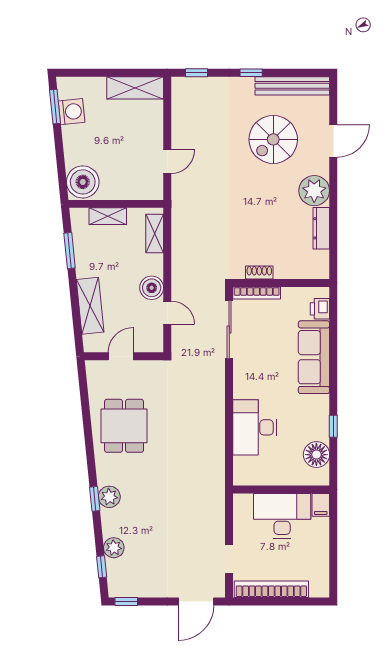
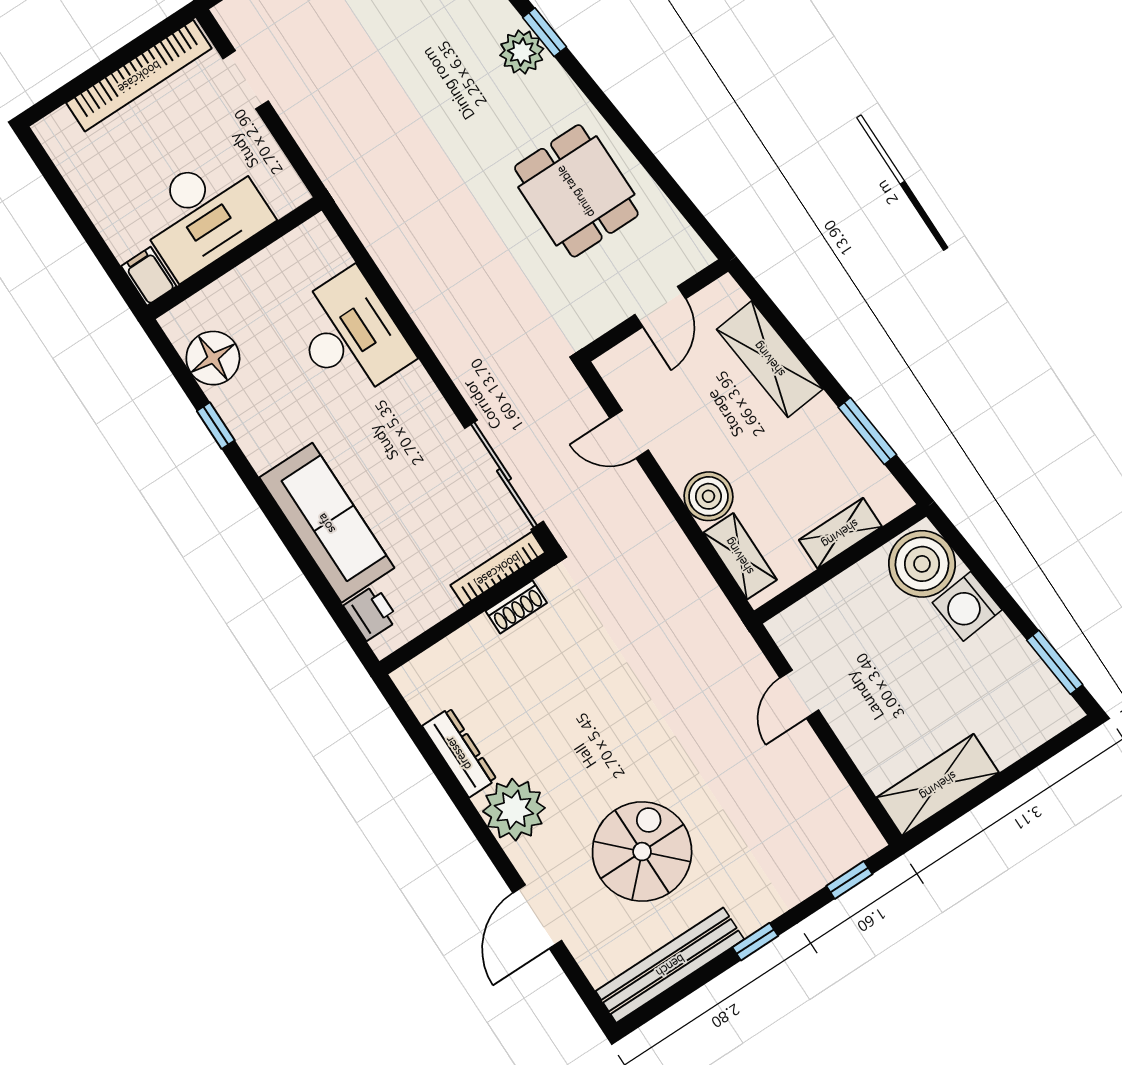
washing machine: (72, 112) -> (967, 606), moved
boiler: (152, 288) -> (708, 496), moved

